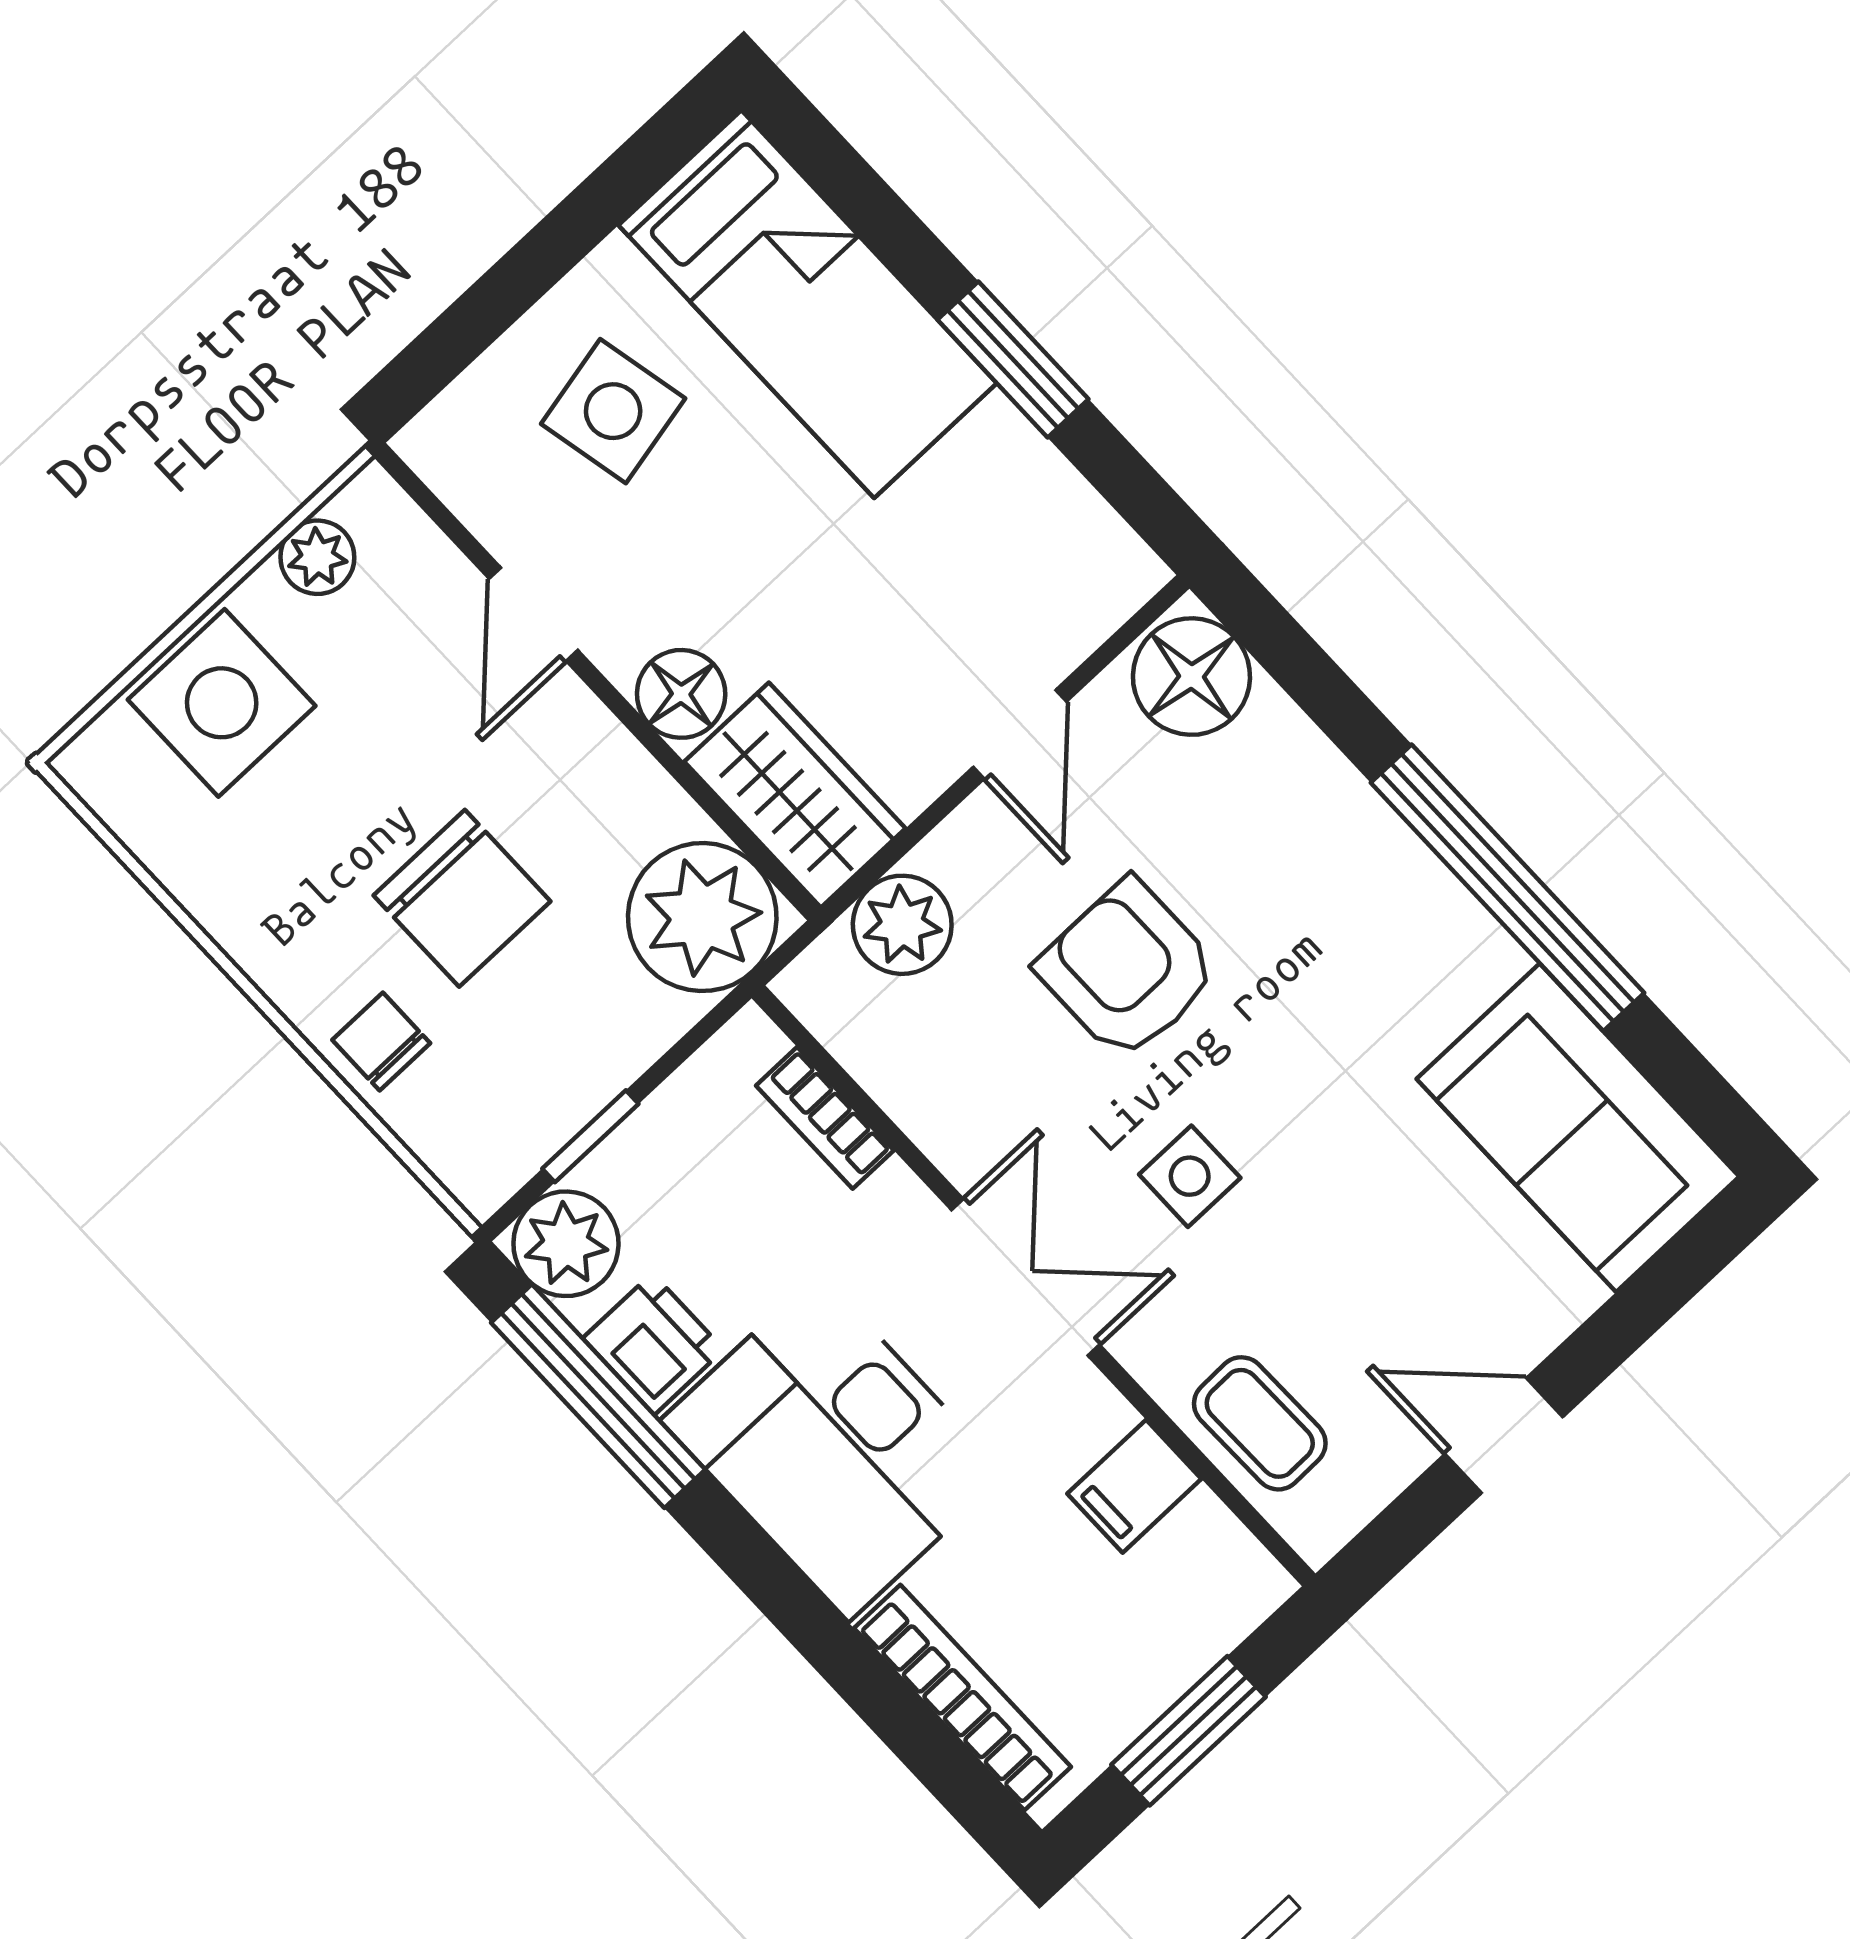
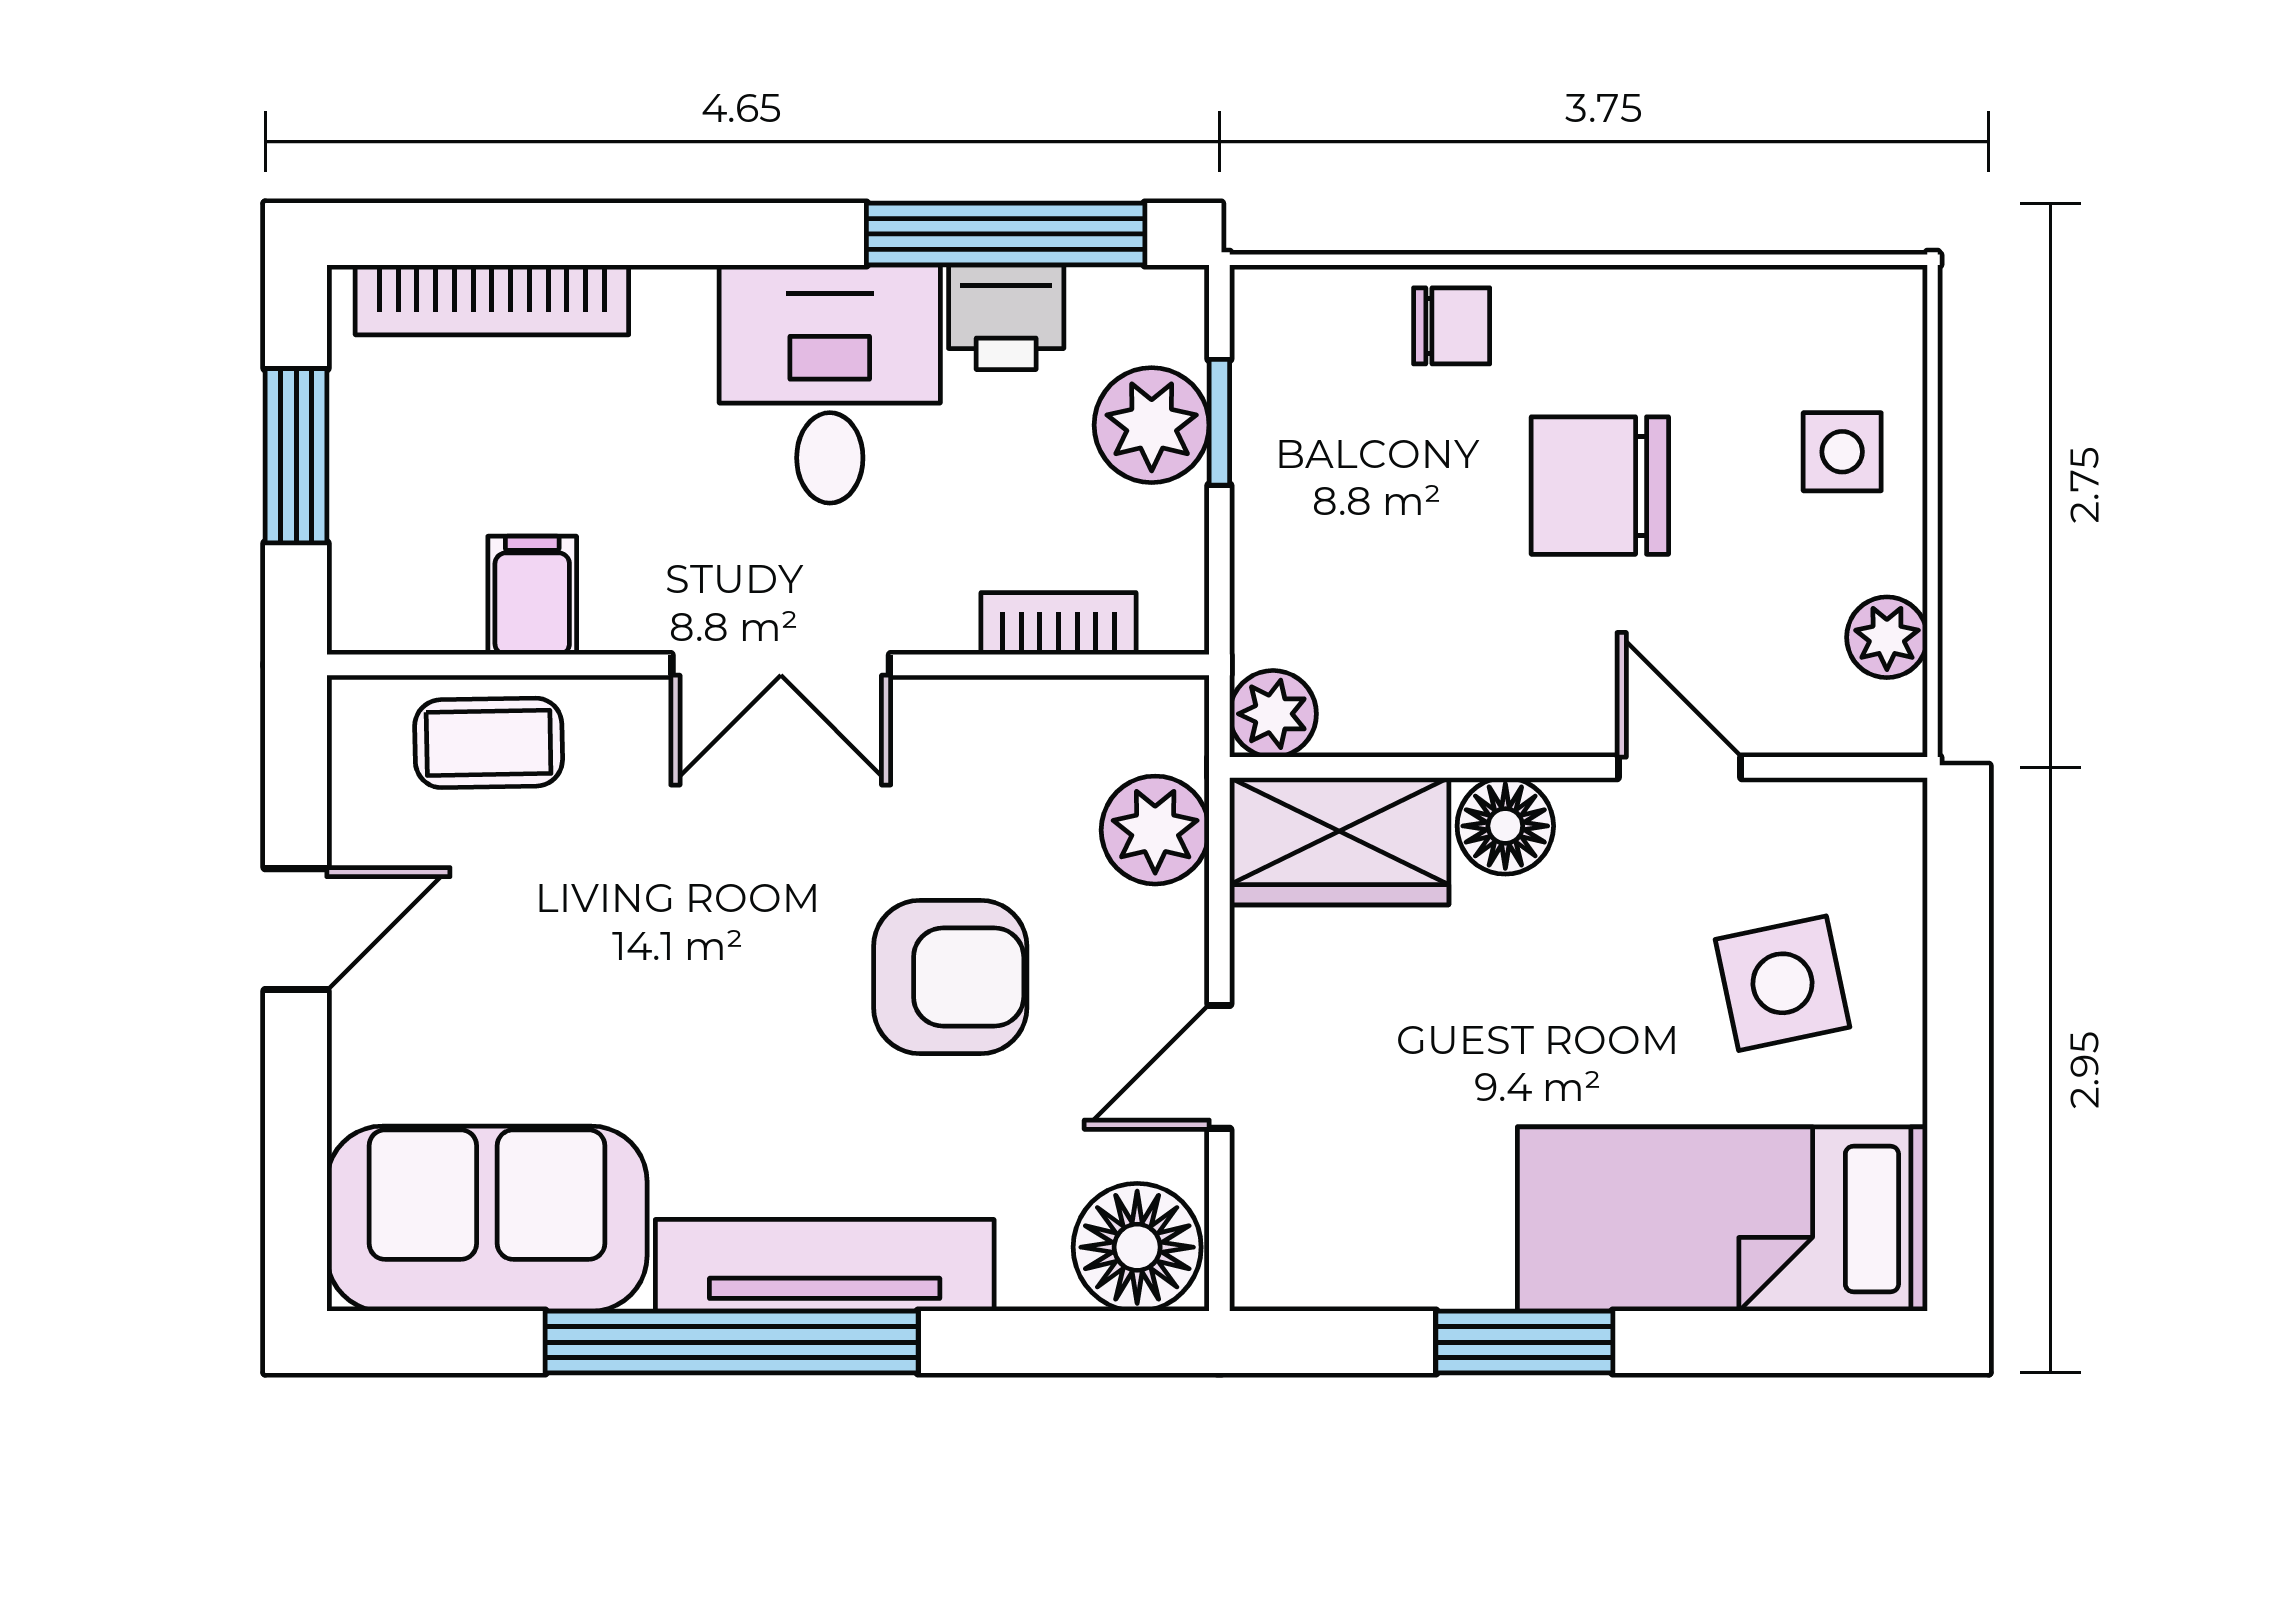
side table: (222, 703) -> (1842, 452), width x0.54, depth x0.54
door: (1020, 734) -> (1219, 1067), hinge flipped
tv unit: (1398, 874) -> (825, 1265), added
chair: (462, 898) -> (1600, 486), moved
plant: (702, 917) -> (1273, 714), width x0.53, depth x0.53
side table: (1190, 1176) -> (739, 872), removed
plant: (566, 1244) -> (1152, 425), moved
desk: (833, 1447) -> (830, 384), width x0.73

